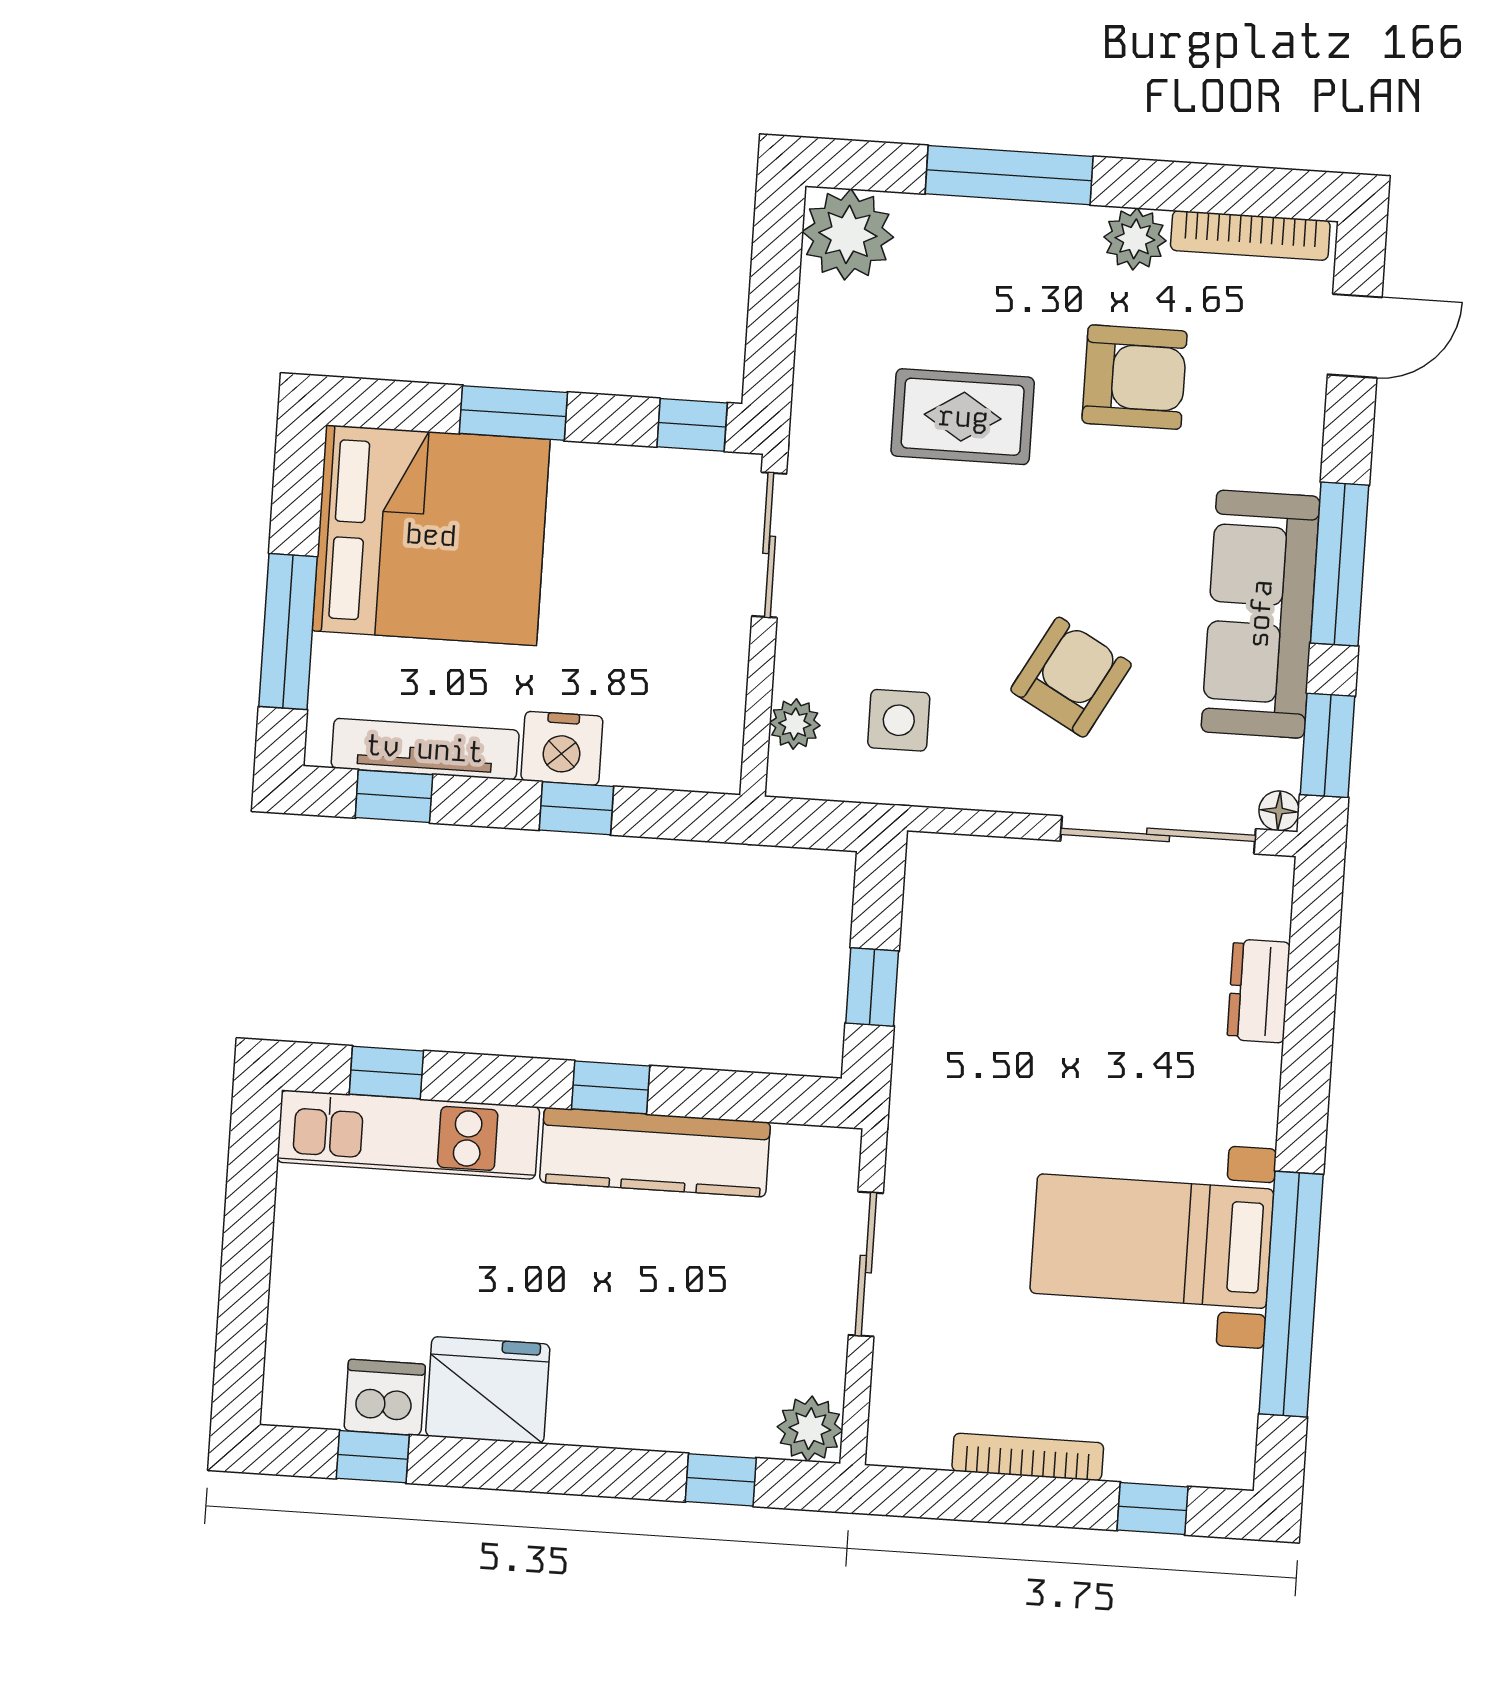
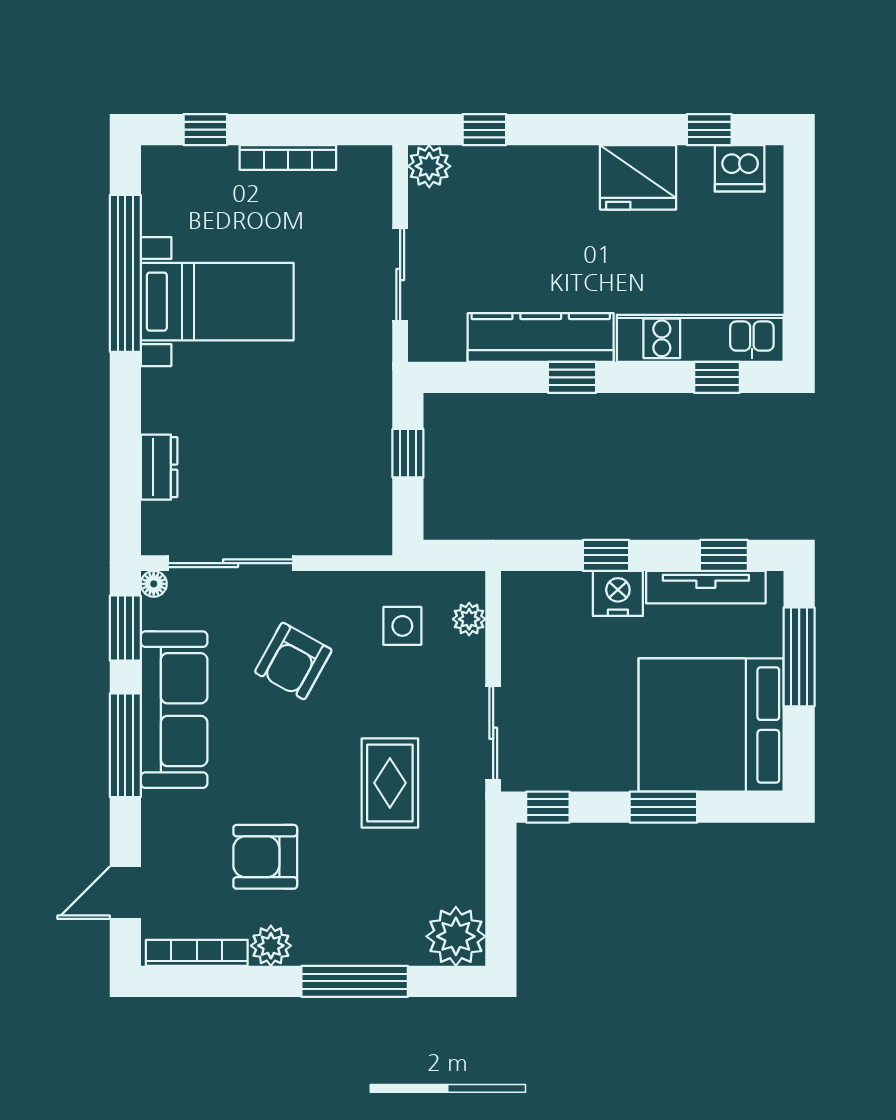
rug: (963, 417) -> (390, 783), moved, turned 90
dishwasher: (385, 1397) -> (740, 168), moved

